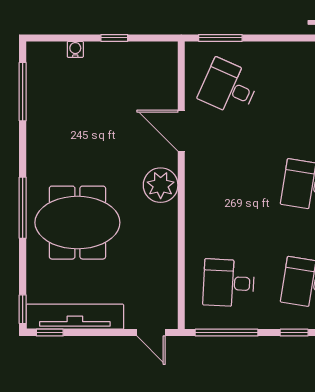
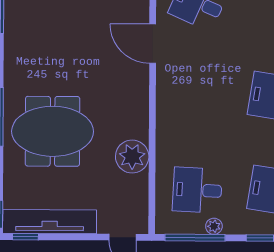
plant: (161, 185) -> (132, 157), moved
plant: (246, 321) -> (214, 226), added

